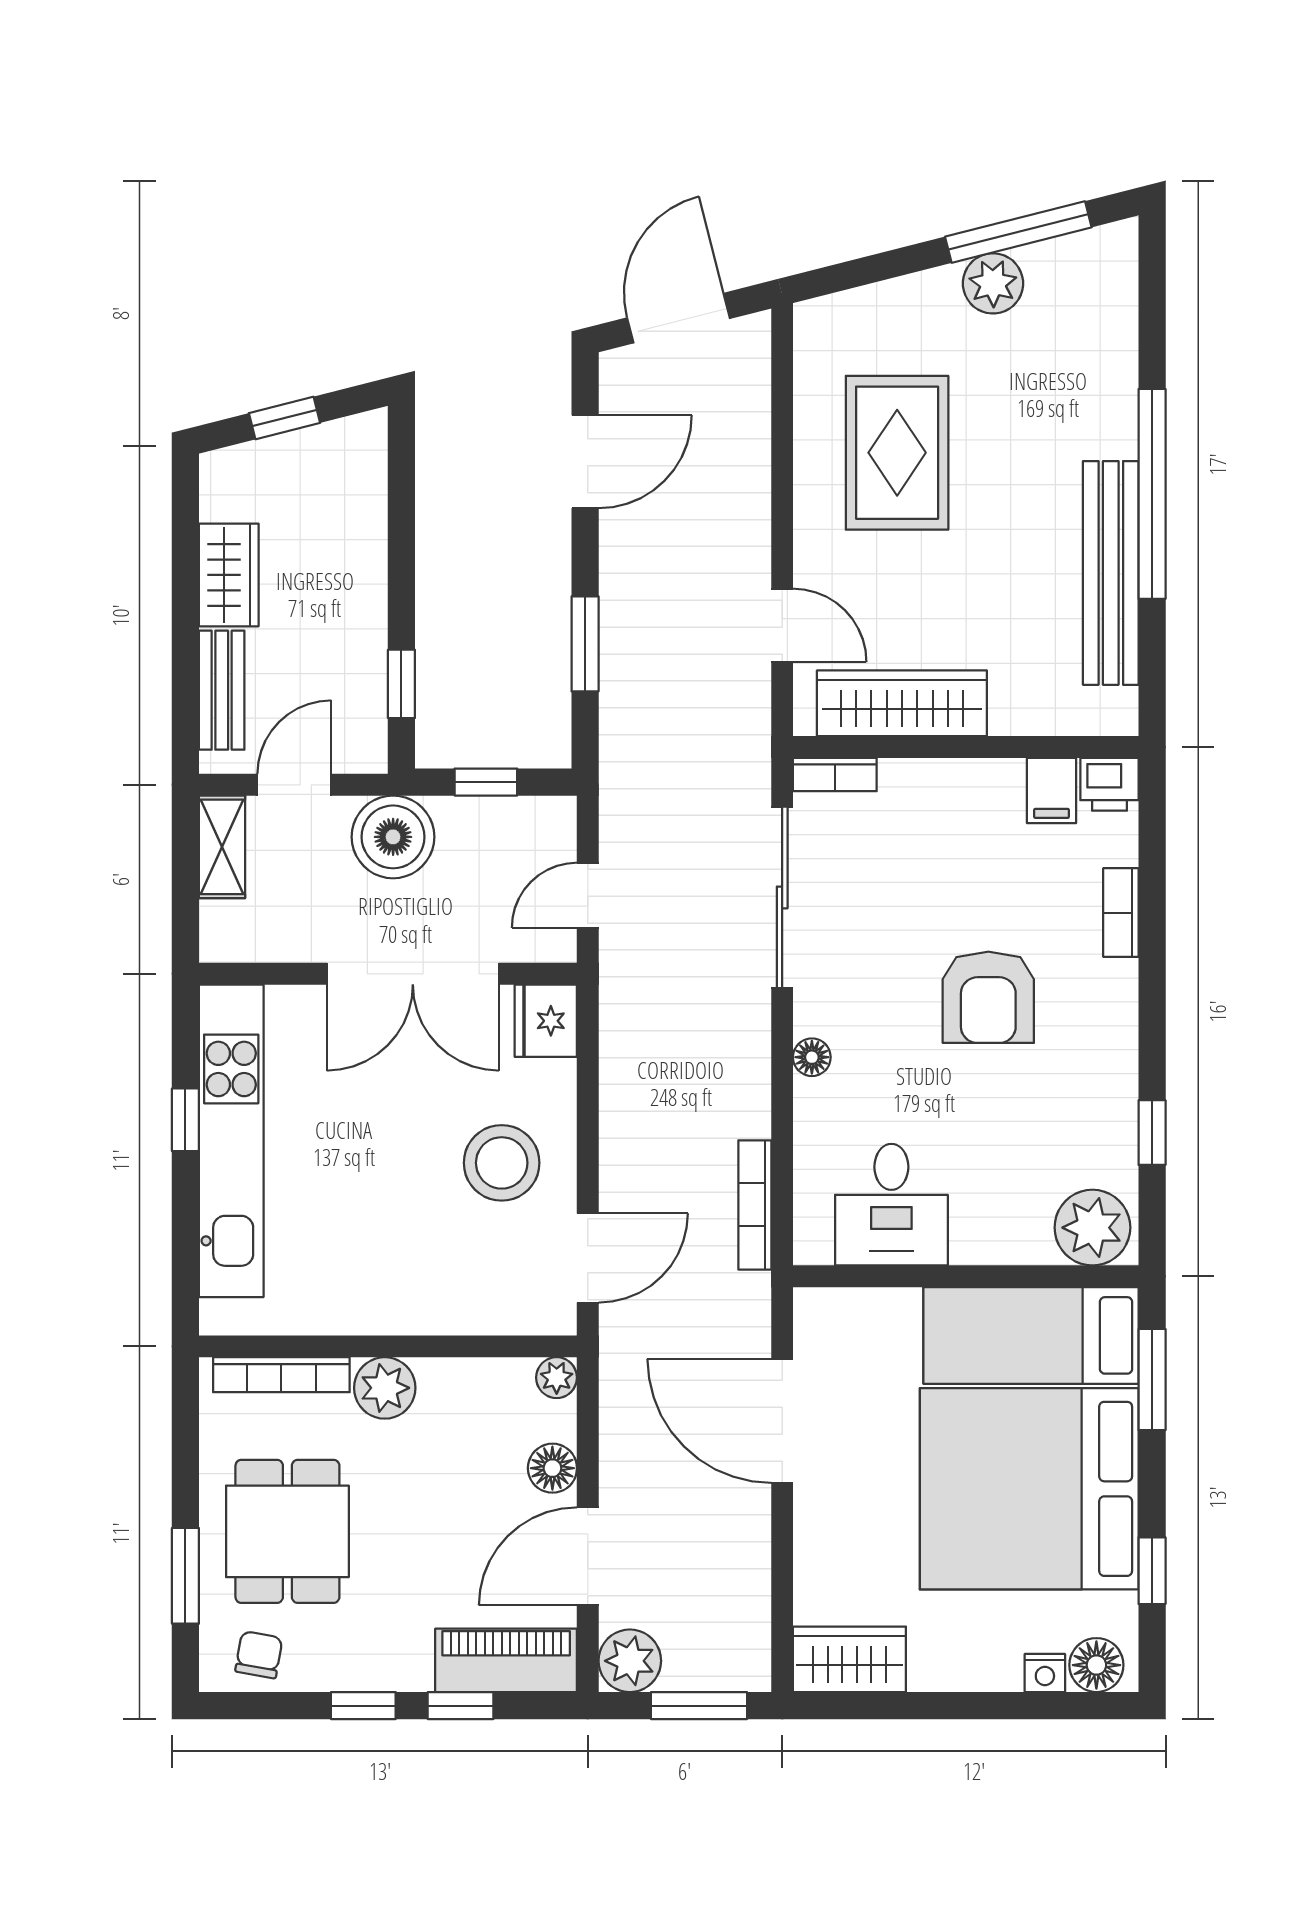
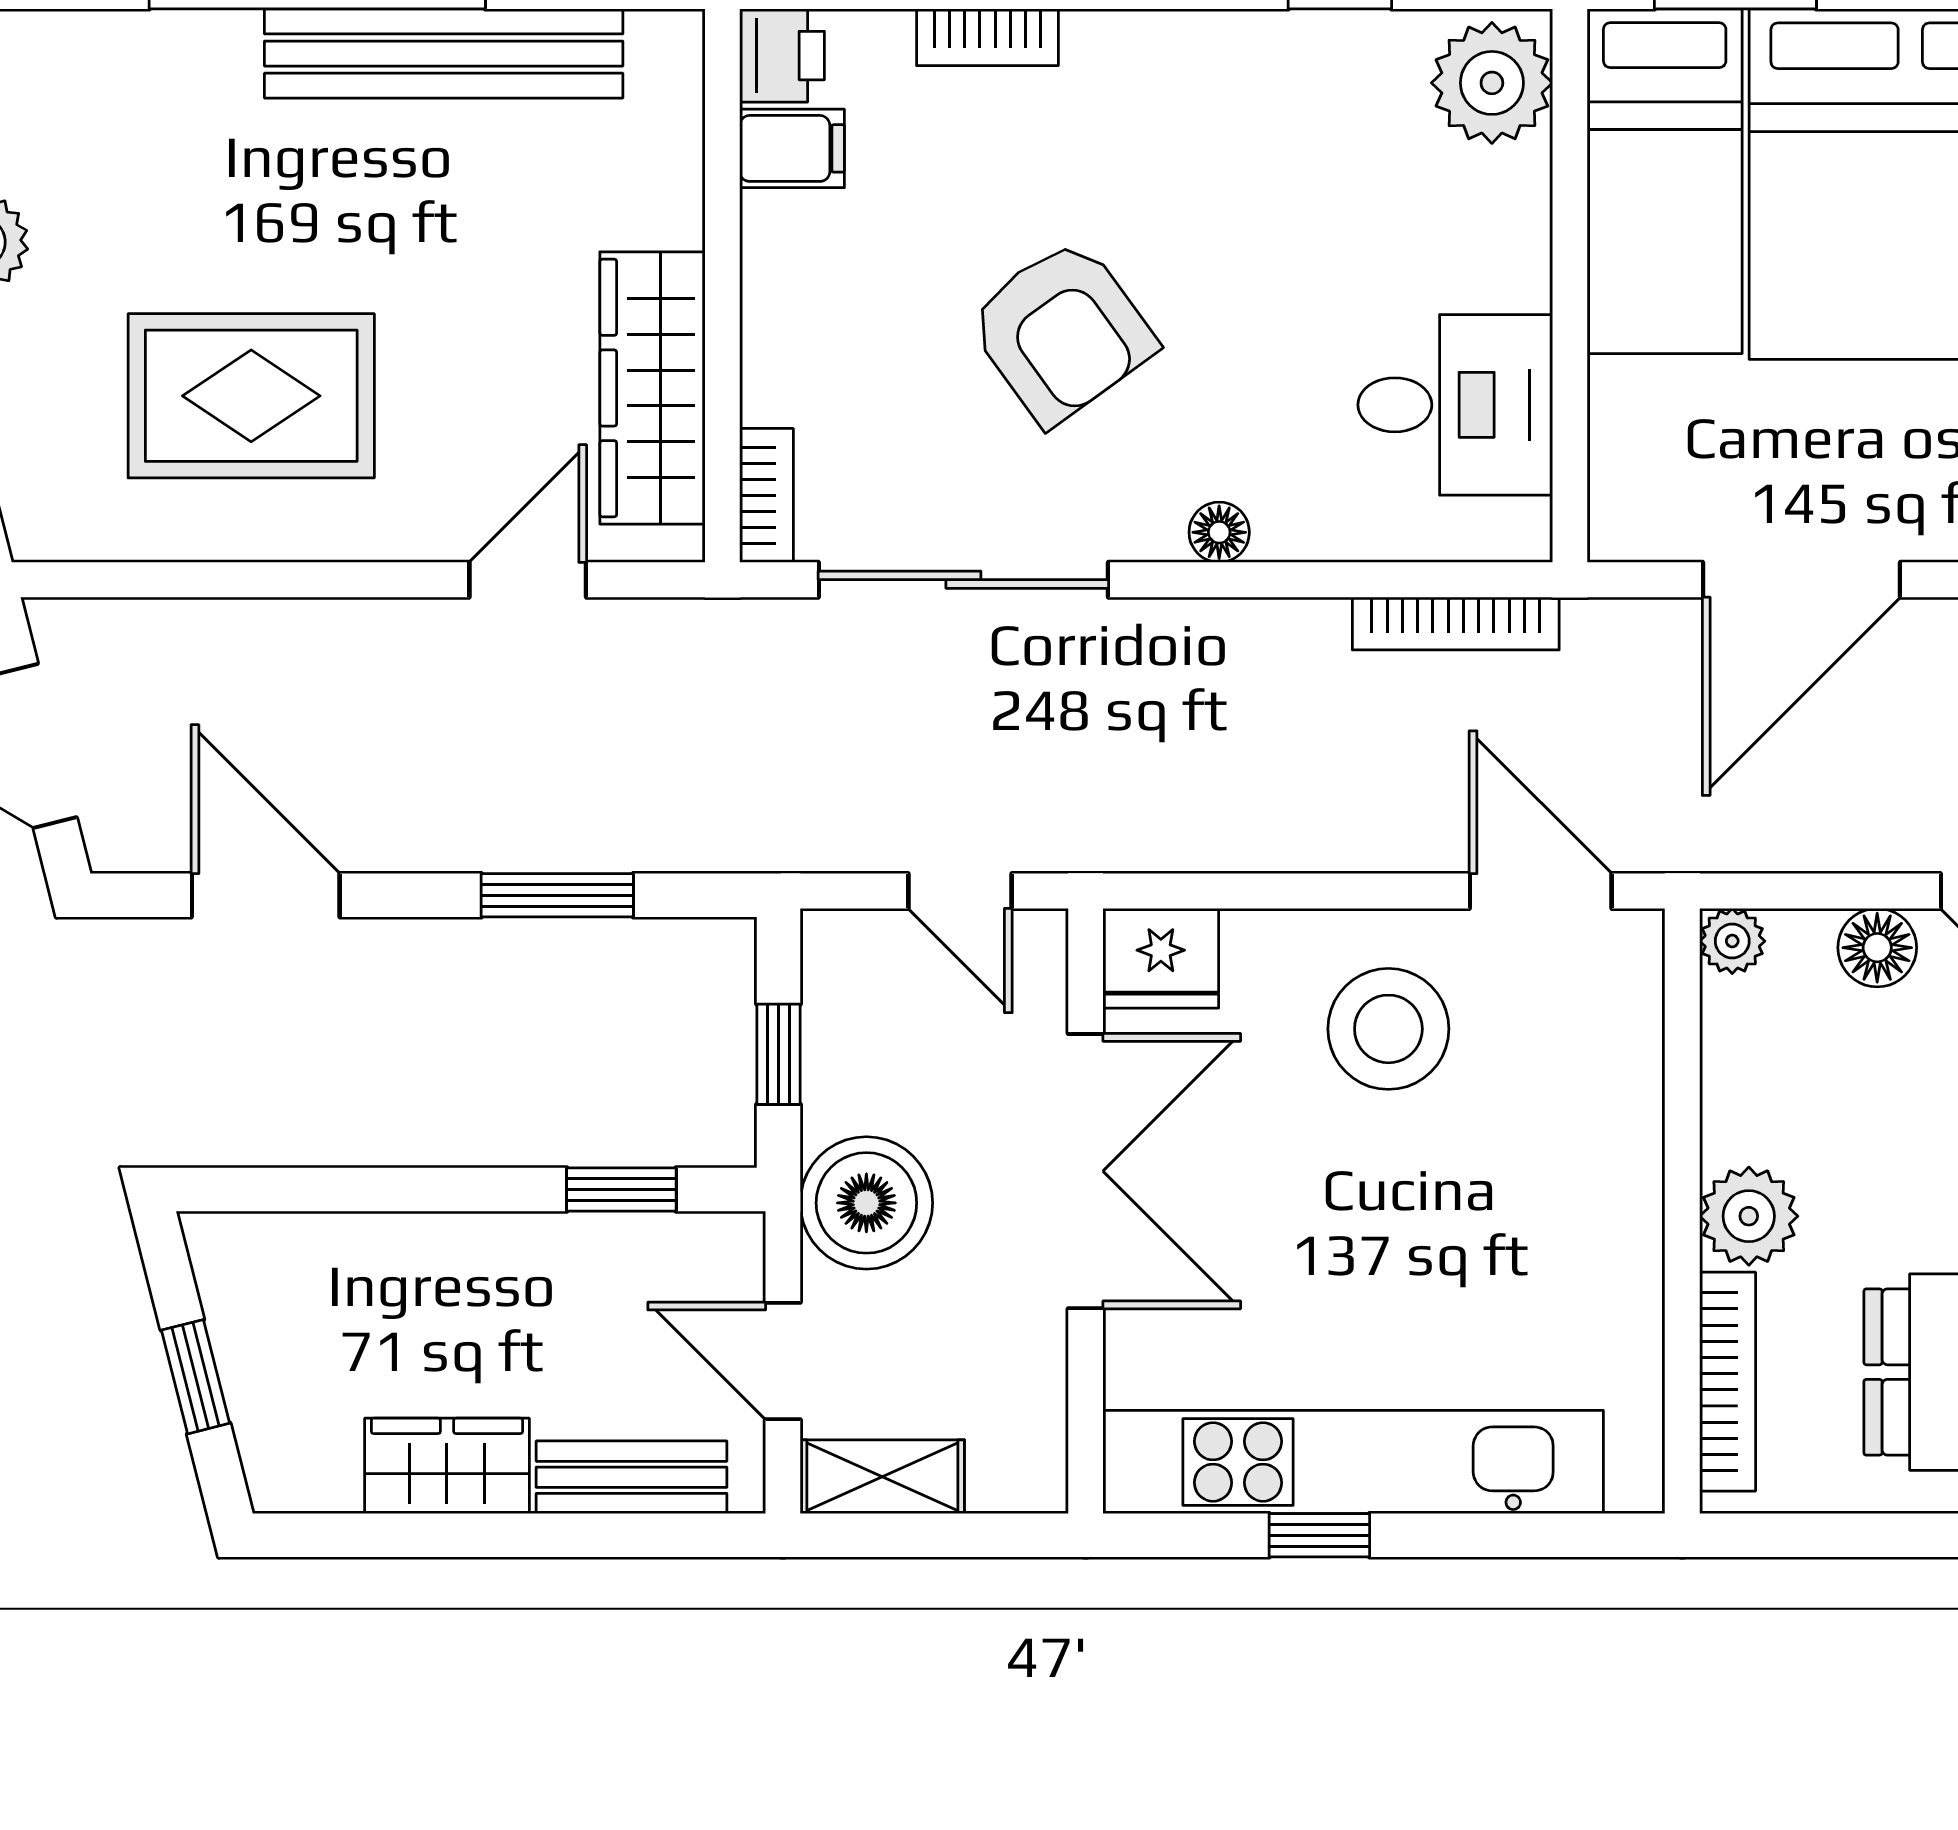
armchair: (988, 997) -> (1061, 331), moved, turned 54

